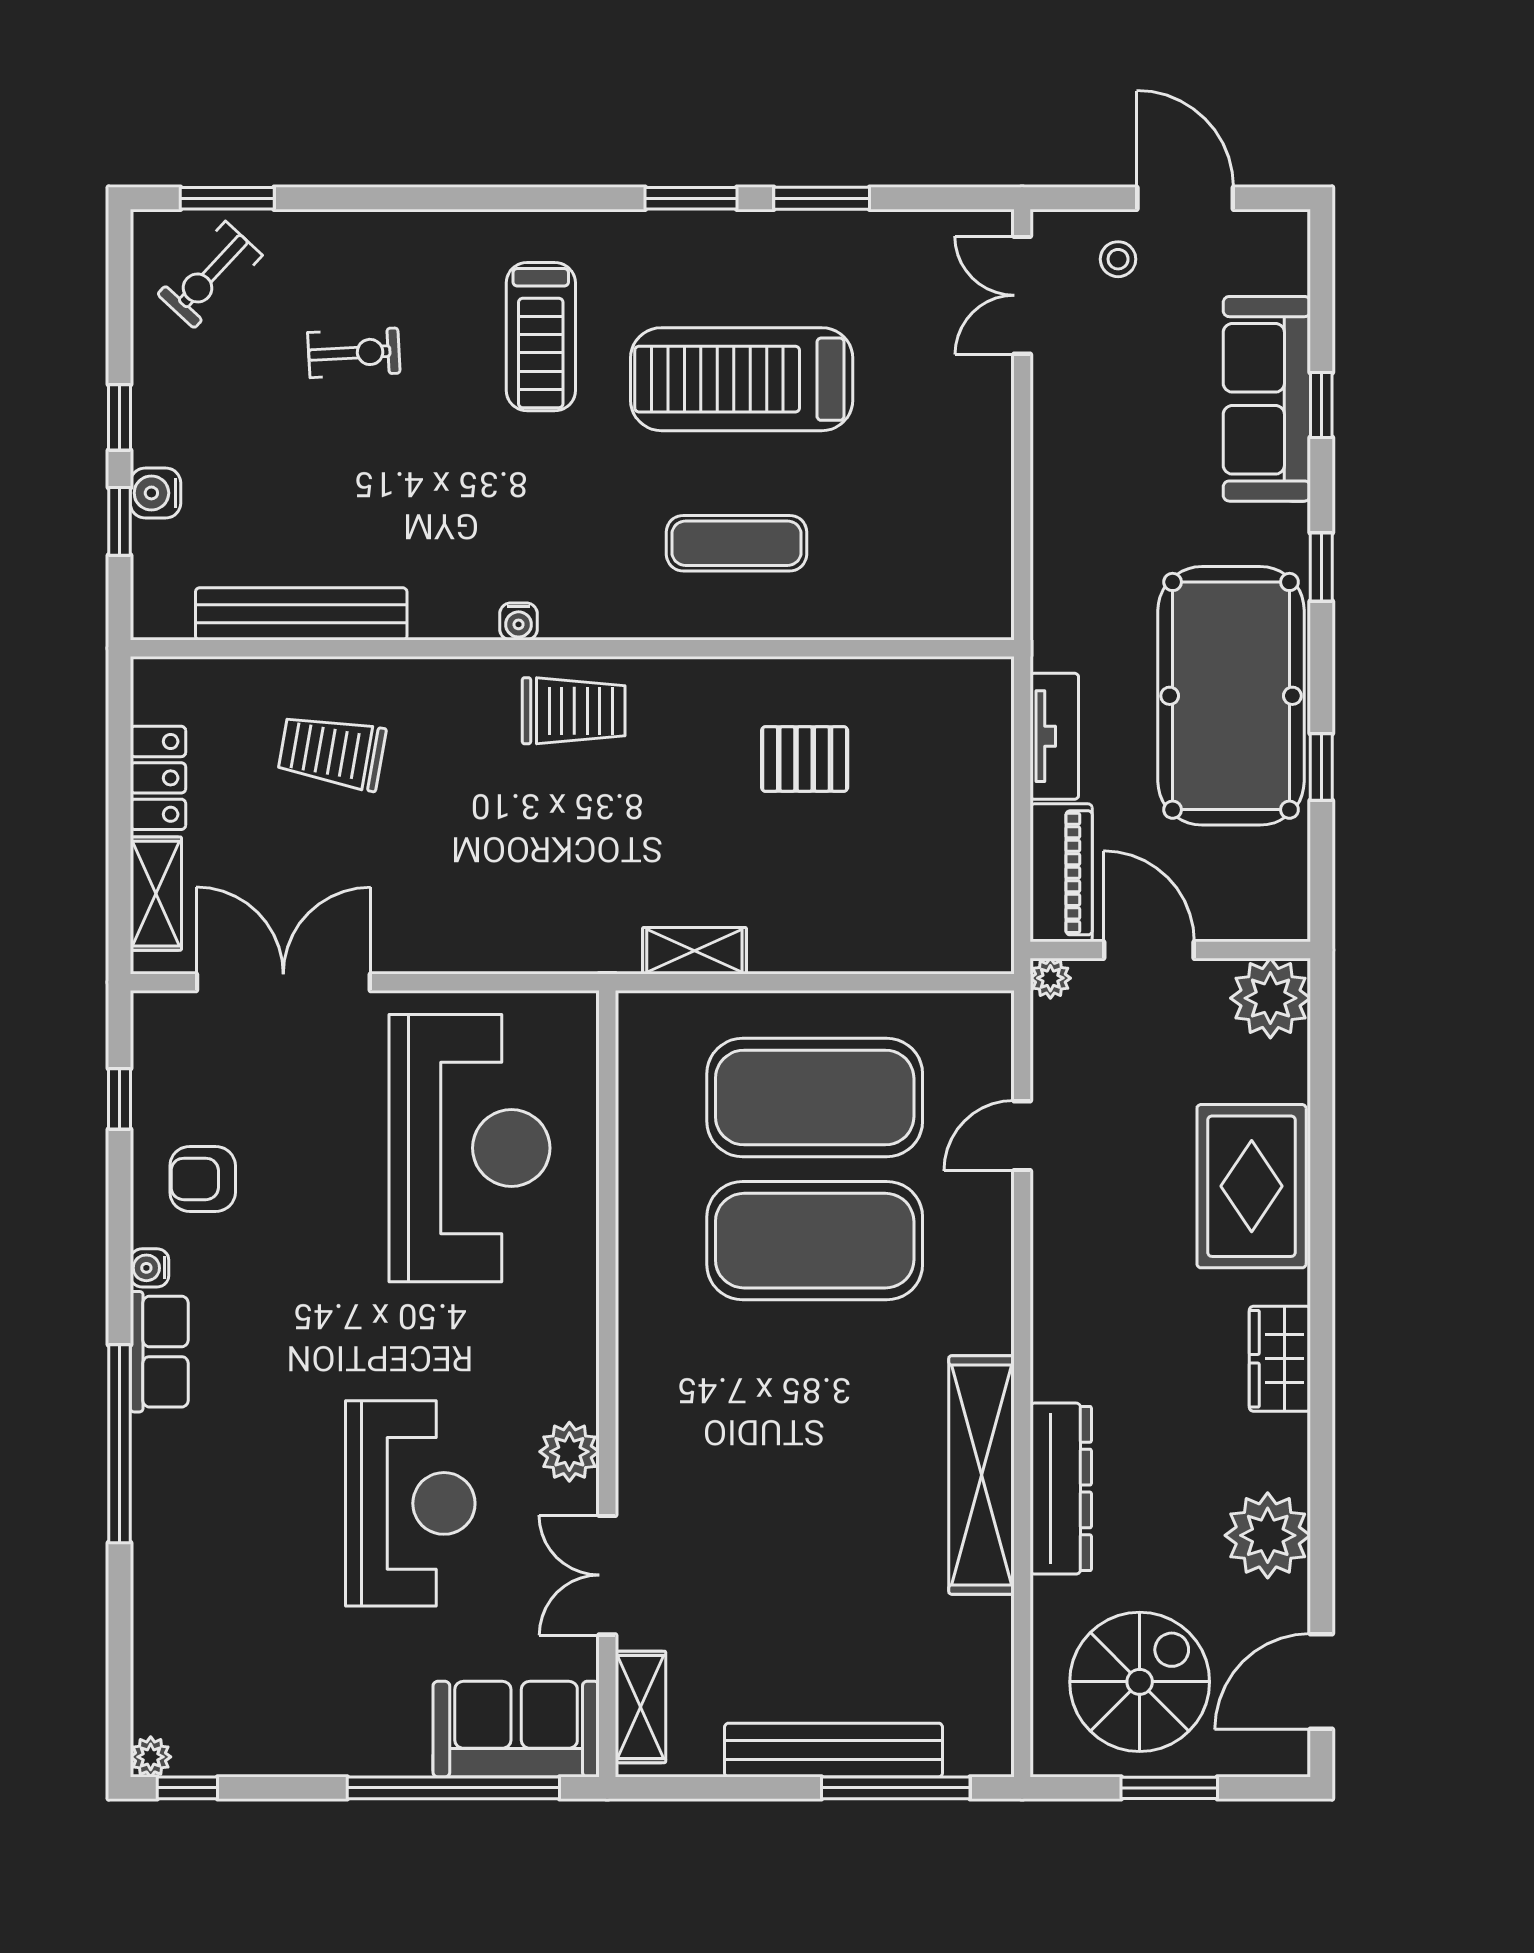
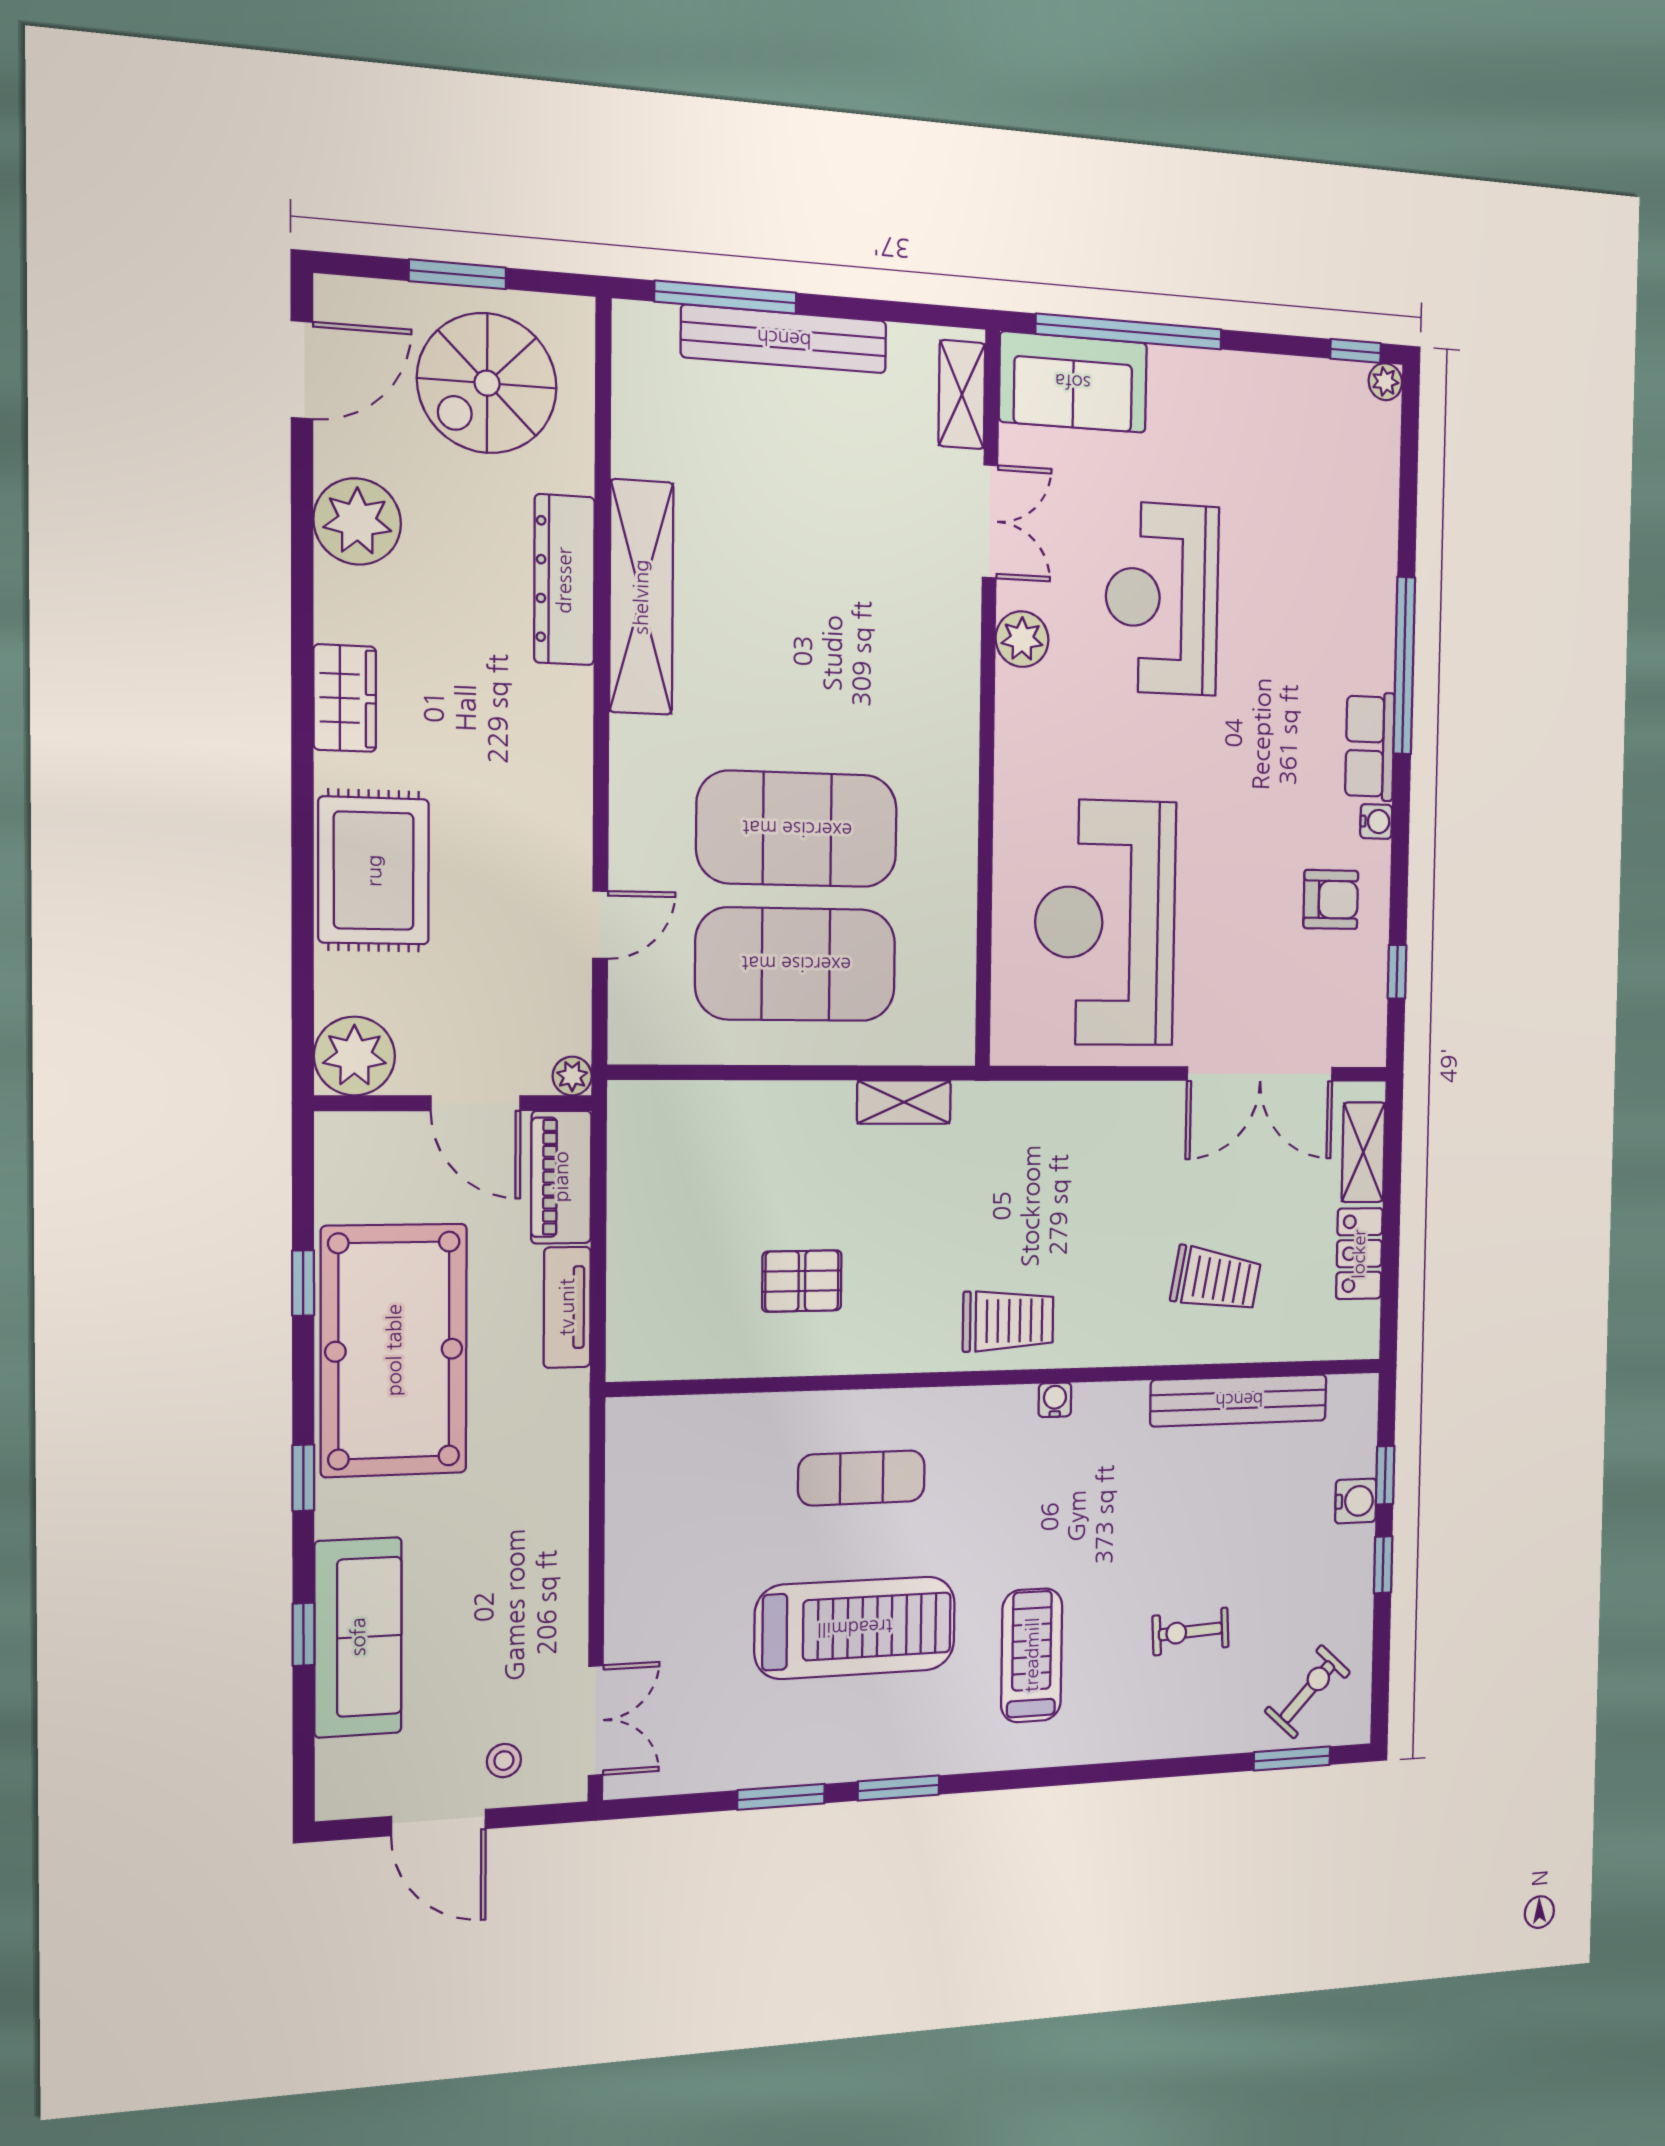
trolley: (574, 711) -> (1008, 1321), turned 180

